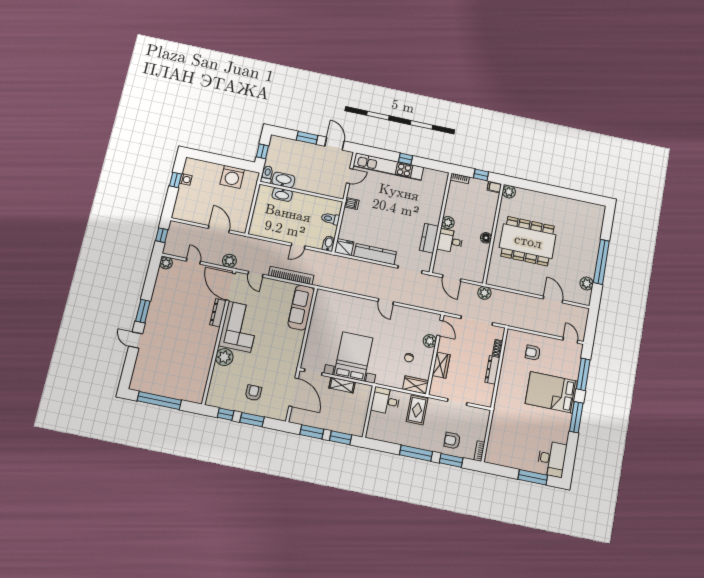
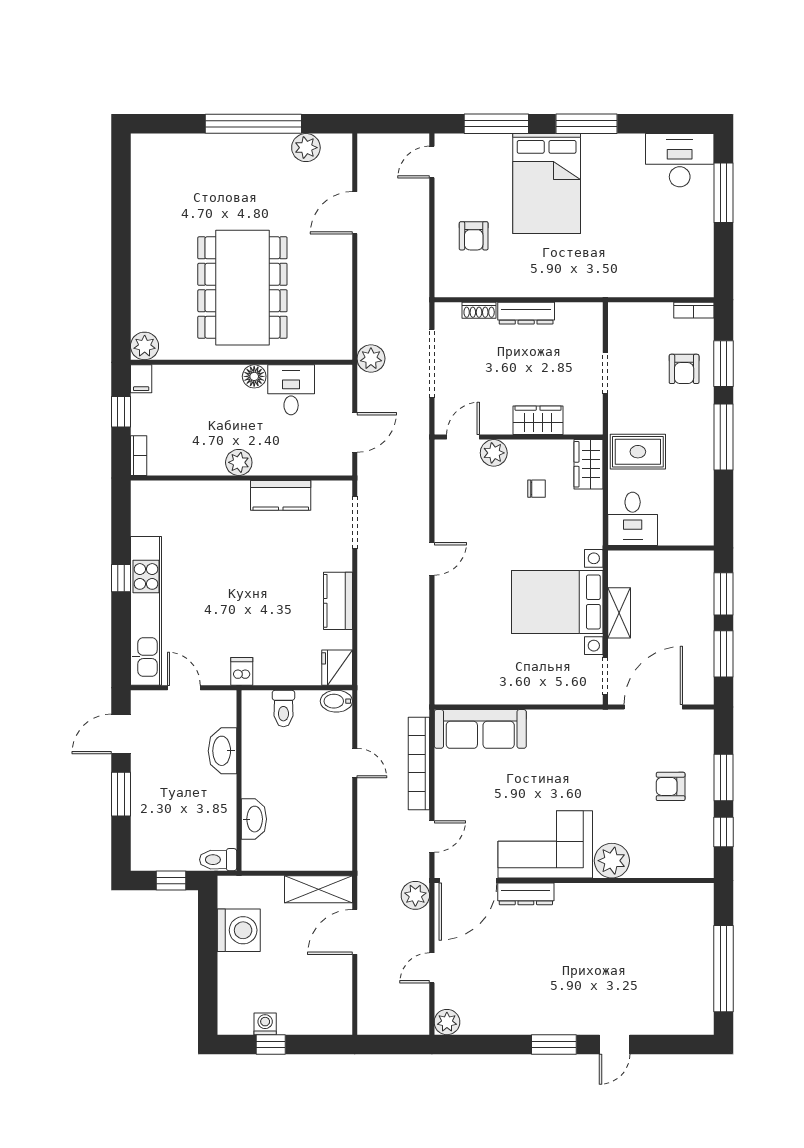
washbasin: (283, 180) -> (223, 751), moved
shelving: (243, 217) -> (318, 889), added
window: (162, 235) -> (392, 1044), removed
desk: (450, 241) -> (291, 390), moved, turned 180
kitchen counter: (375, 254) -> (338, 601), width x0.67

